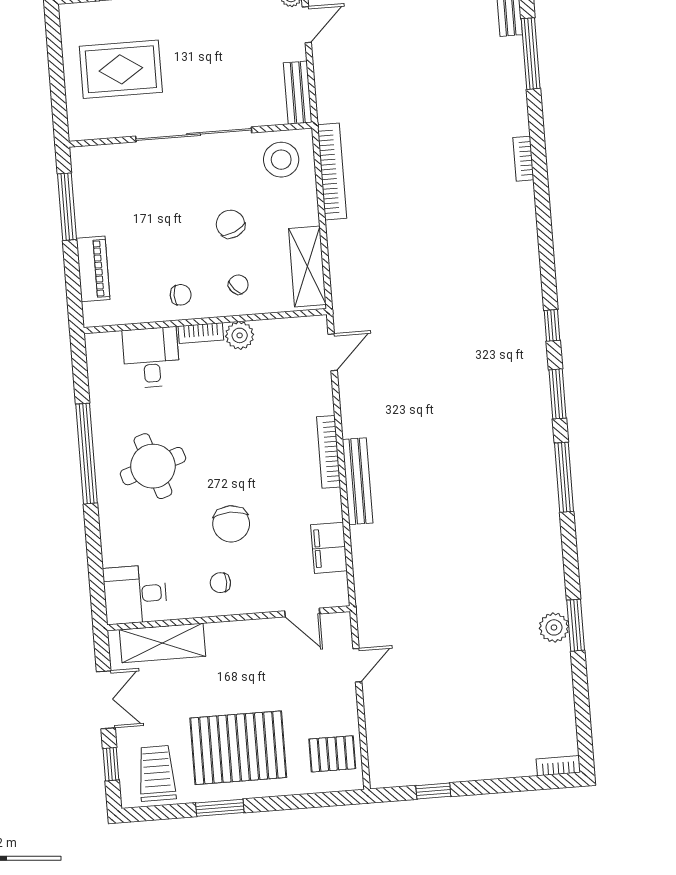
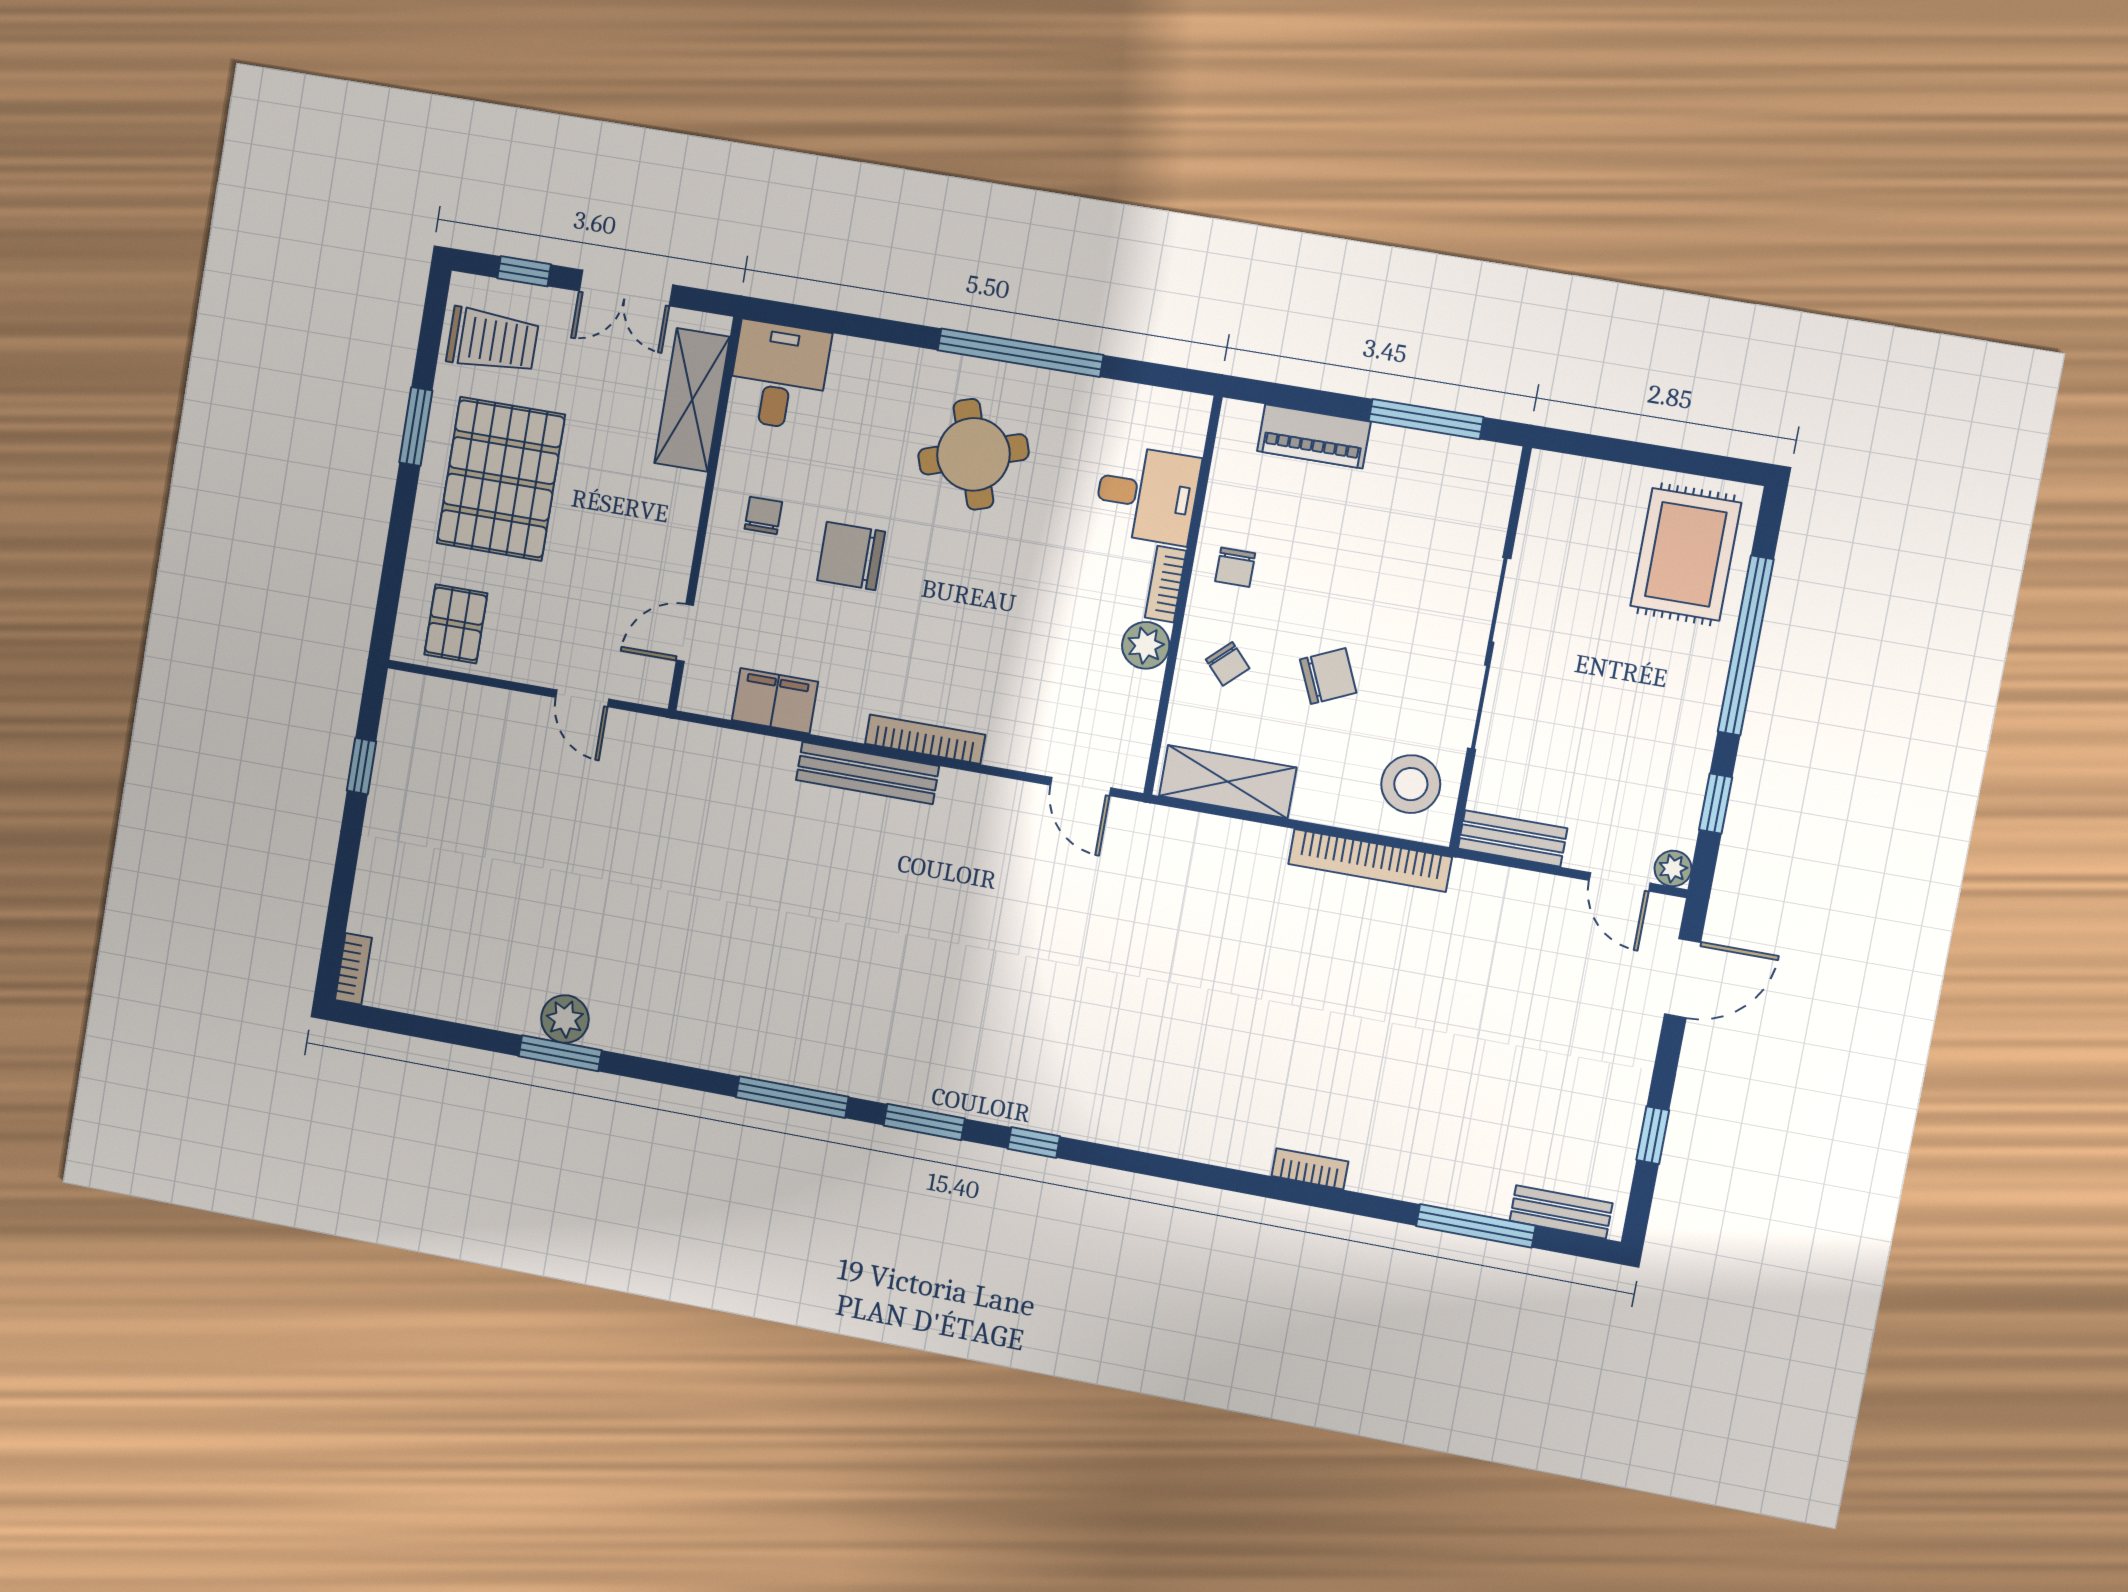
rug: (121, 69) -> (1686, 554), moved

